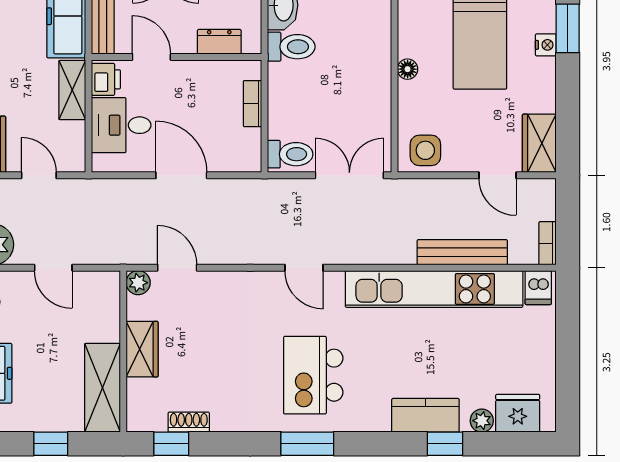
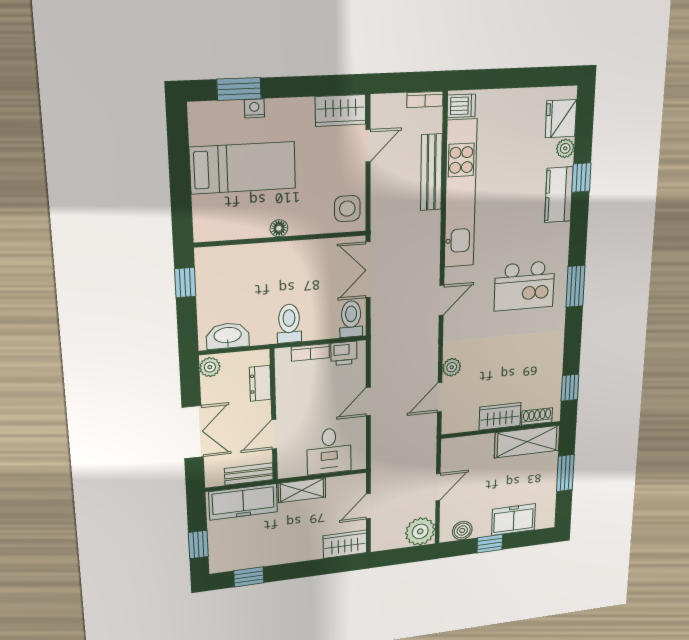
toilet: (291, 47) -> (289, 323), moved
printer: (106, 79) -> (344, 353), moved, turned 180
door: (181, 175) -> (368, 402), width x0.73
plant: (138, 283) -> (452, 367), moved
shoe rack: (189, 422) -> (537, 417), moved, turned 90
window: (51, 444) -> (565, 473), width x1.50

